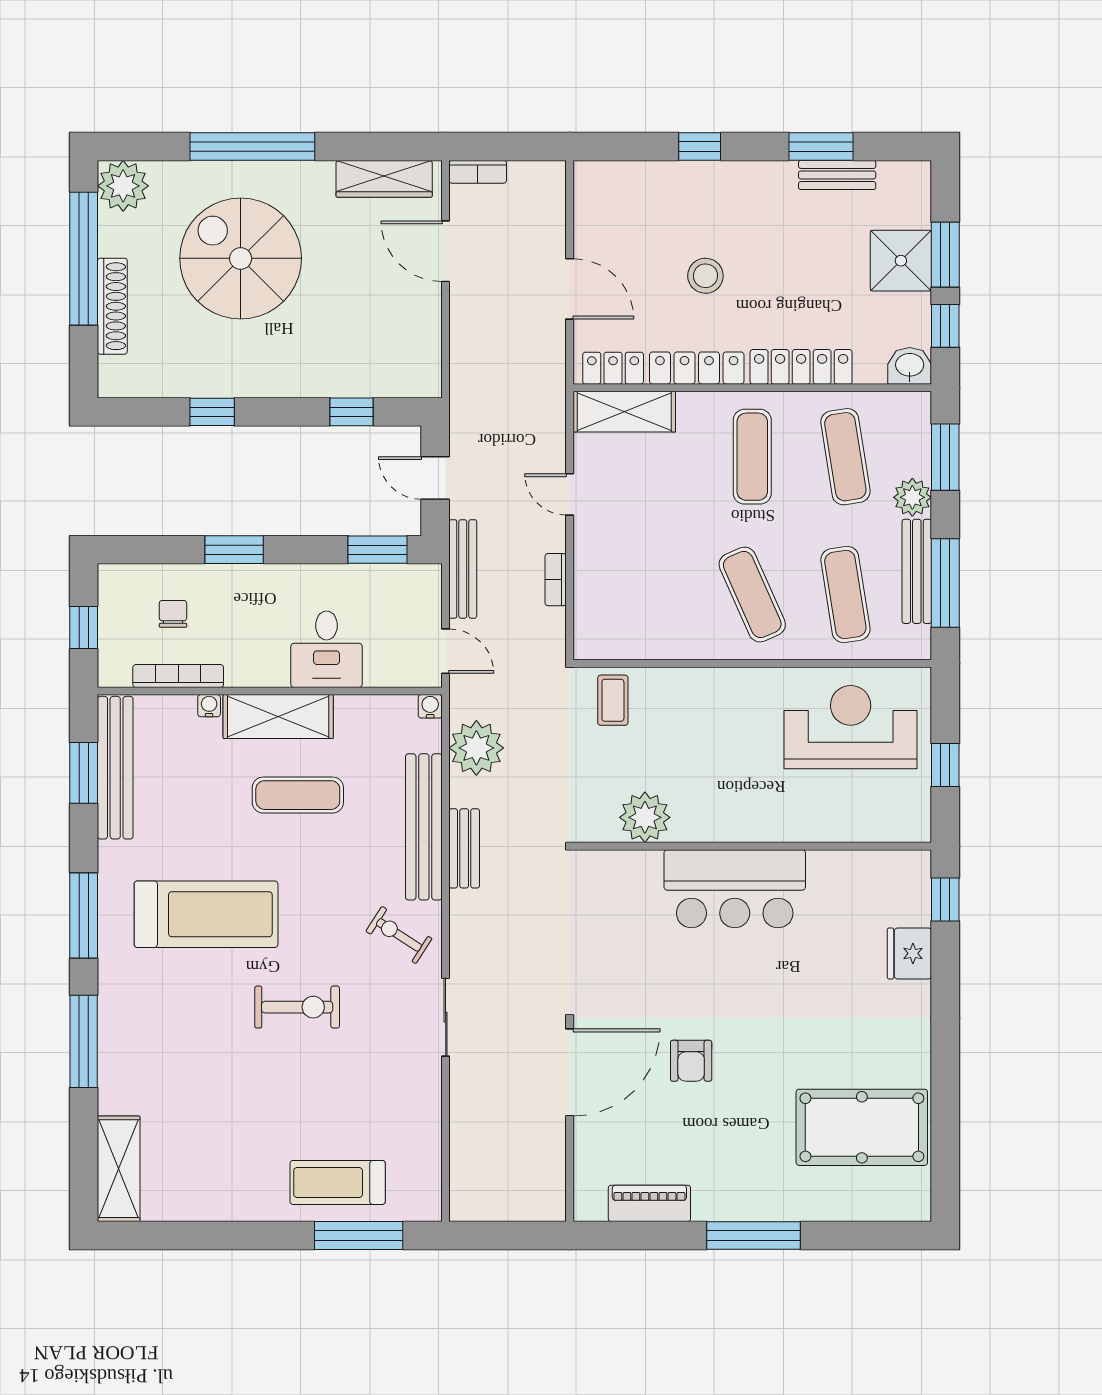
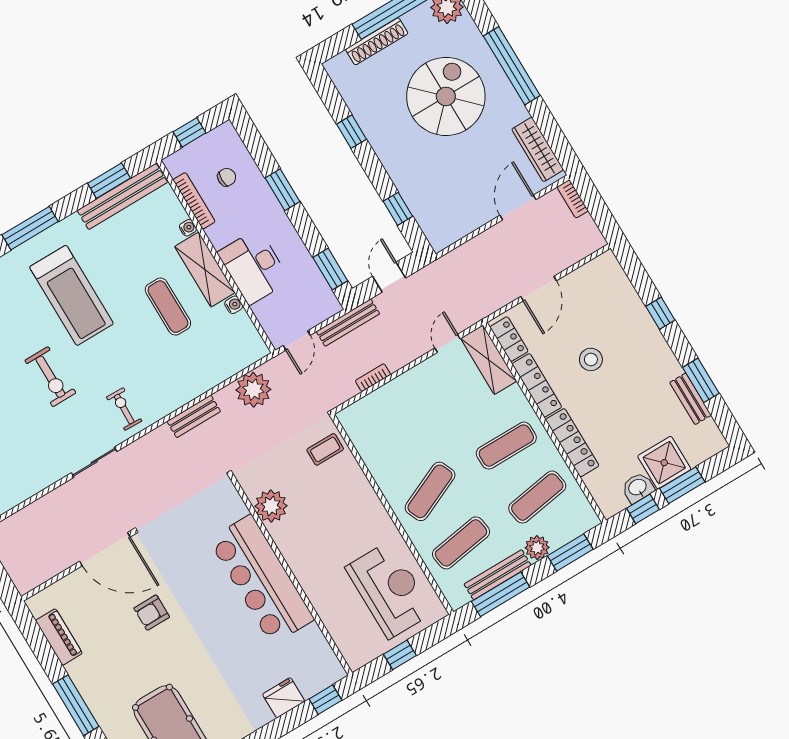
washbasin: (910, 366) -> (638, 488), moved, turned -90
door: (570, 494) -> (447, 343), moved
desk: (327, 649) -> (254, 267), width x1.37
water cooler: (430, 706) -> (234, 305), moved
bench: (424, 827) -> (192, 387), removed
bar counter: (735, 889) -> (261, 580), width x1.36
exercise bike: (399, 935) -> (124, 409), turned -31

